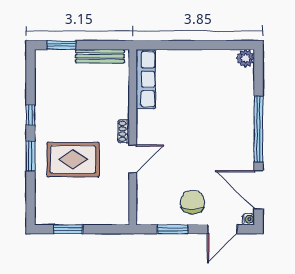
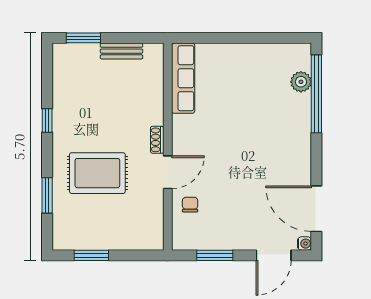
bench: (100, 56) -> (121, 51), width x0.73
plant: (245, 58) -> (301, 82), moved
window: (259, 129) -> (316, 94), moved
window: (30, 156) -> (47, 195), moved
chair: (193, 202) -> (190, 205), moved, width x0.54, depth x0.54

